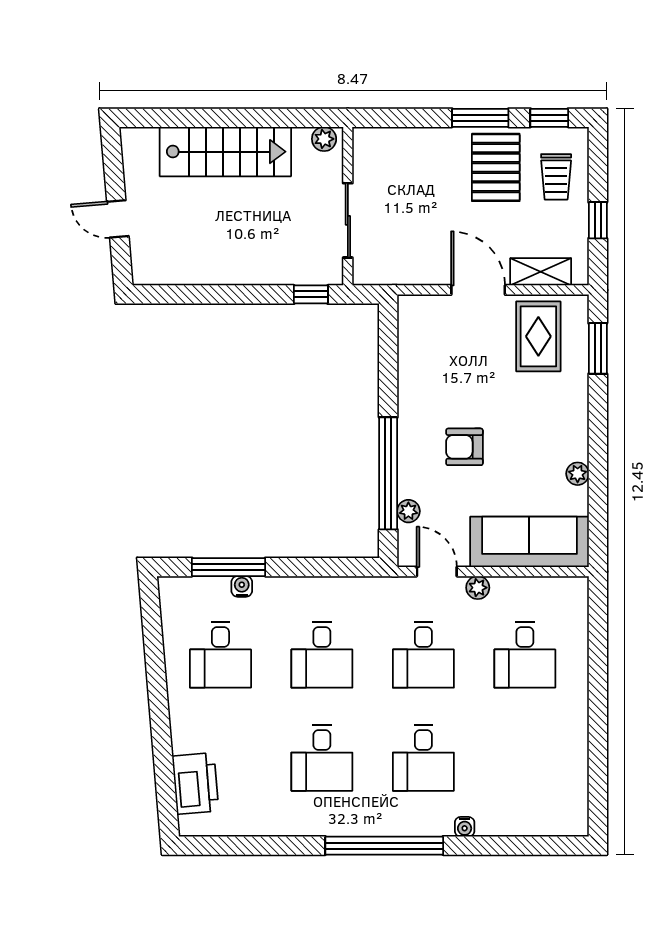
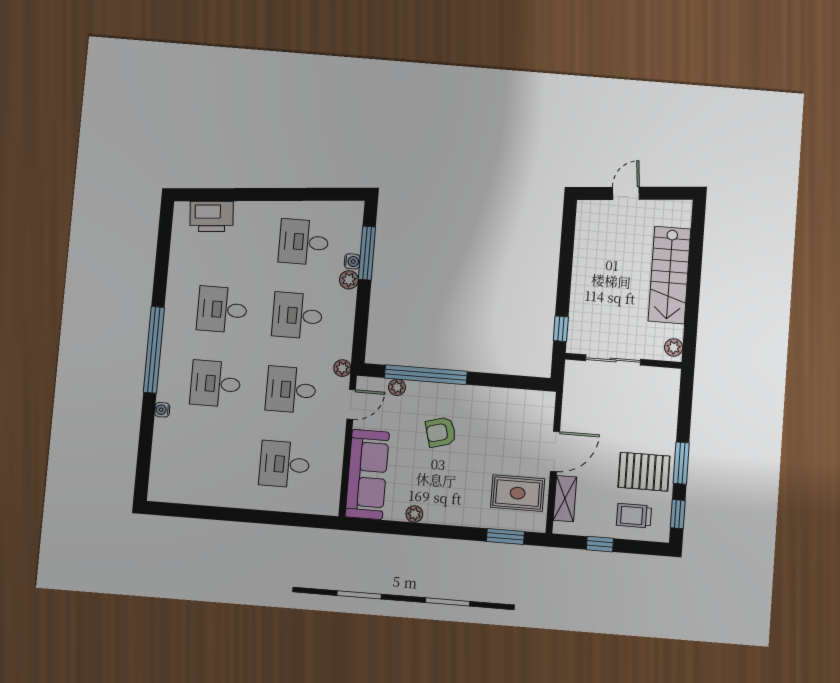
armchair: (464, 447) -> (441, 432), turned -105
plant: (478, 588) -> (342, 368), moved
plant: (267, 589) -> (349, 280), added

